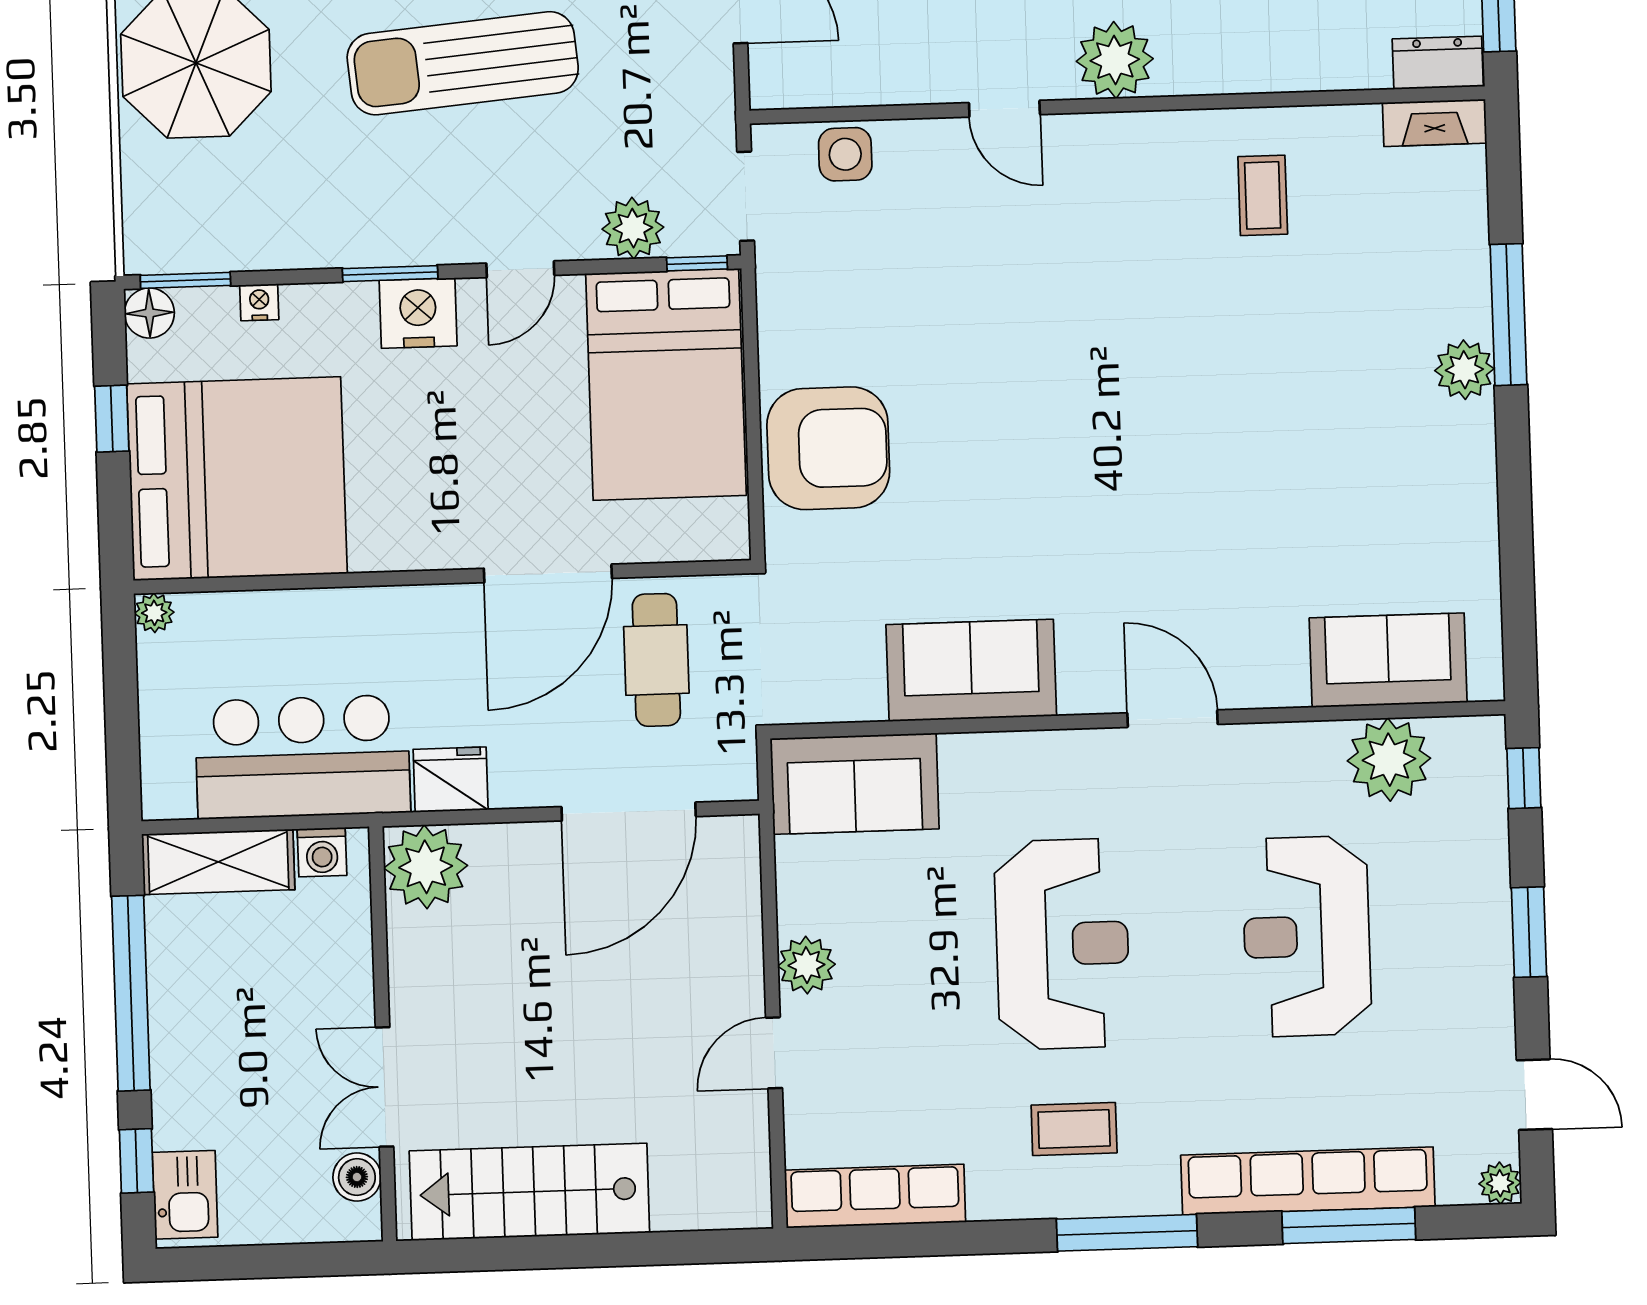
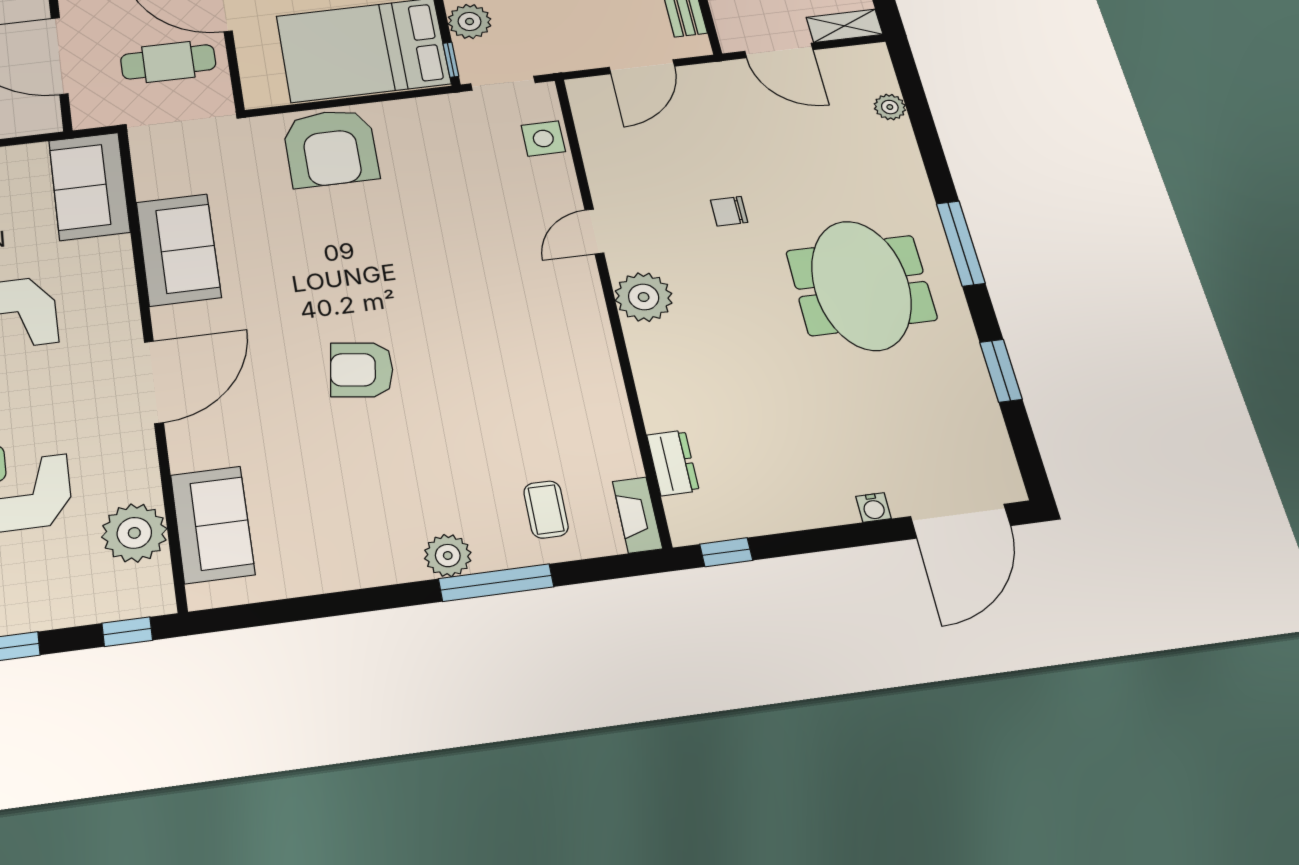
dresser: (1438, 63) -> (673, 463), moved
coffee table: (1263, 195) -> (546, 509), moved, turned 90
armchair: (1184, 446) -> (362, 370), added
door: (1172, 719) -> (154, 382), width x1.36

